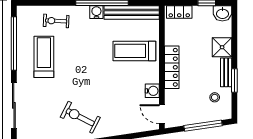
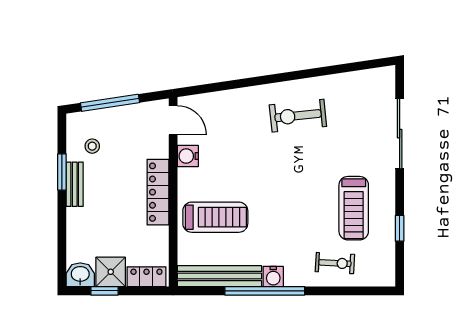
window: (14, 44) -> (400, 228), width x0.32
shower: (222, 47) -> (111, 272), moved
exercise bike: (80, 117) -> (298, 116), turned 147

